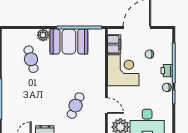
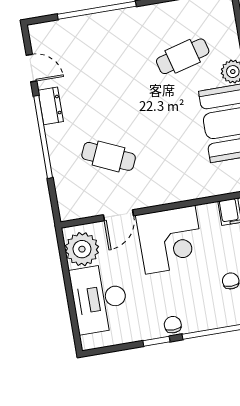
corner desk: (123, 70) -> (170, 240), moved
printer: (167, 71) -> (205, 319), removed

